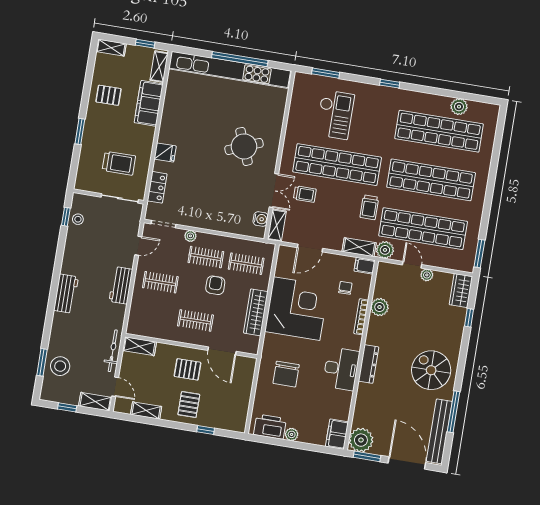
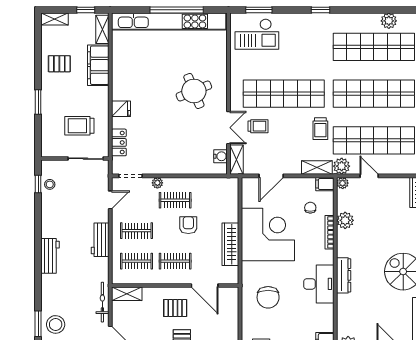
checkout: (335, 115) -> (257, 34), moved, turned 90
trolley: (119, 163) -> (79, 126), turned 180
clothes rail: (246, 264) -> (136, 261), moved
plant: (427, 275) -> (343, 183), moved

